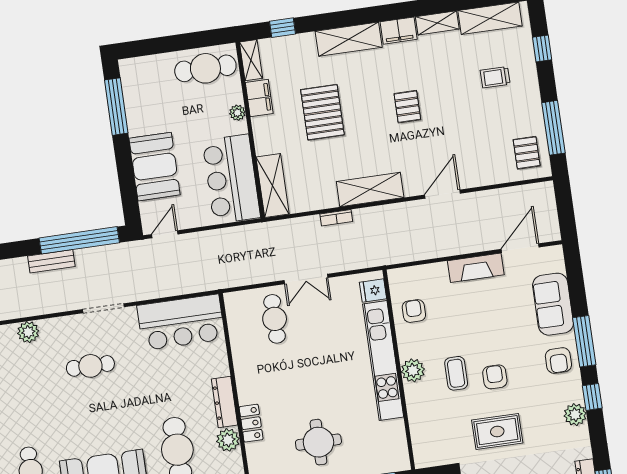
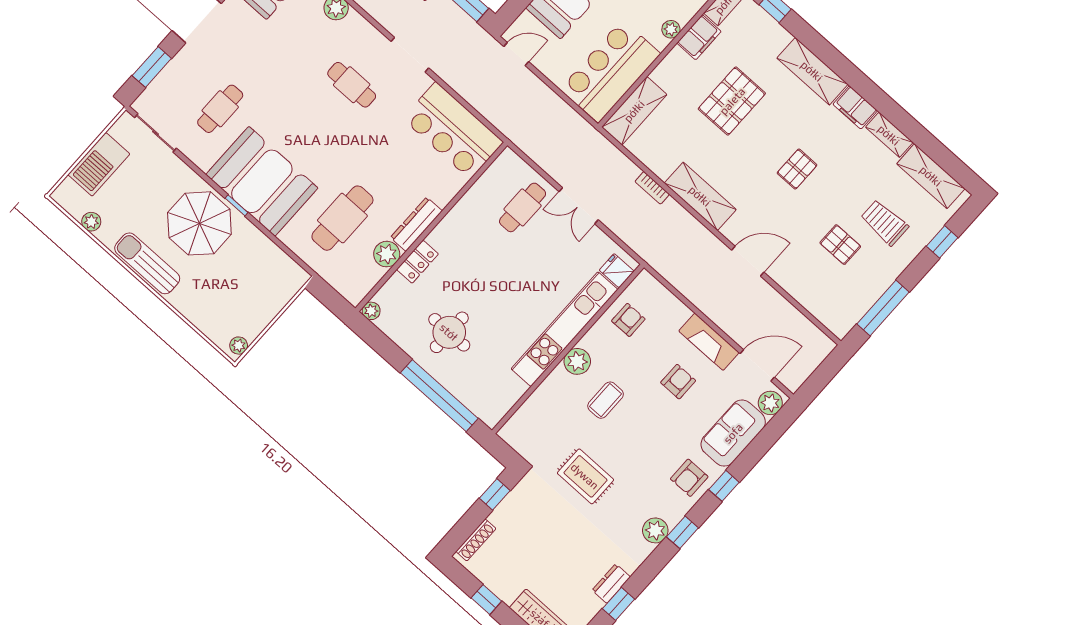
trolley: (495, 77) -> (884, 223), width x1.36, depth x1.39
pallet: (527, 153) -> (840, 245), moved, turned 90
plant: (554, 261) -> (770, 403), added
window: (584, 341) -> (724, 486), width x0.46
armchair: (495, 377) -> (678, 382), moved

